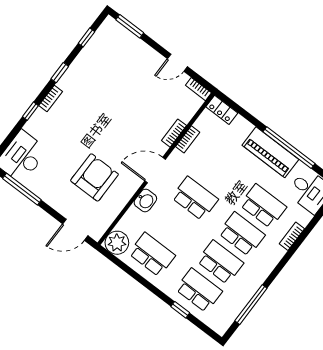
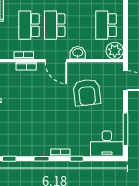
school desk: (216, 170) -> (29, 25), added
armchair: (94, 177) -> (87, 92), turned -96

